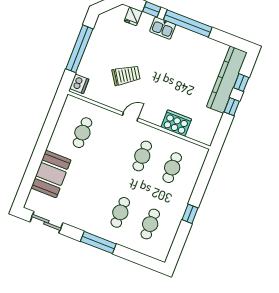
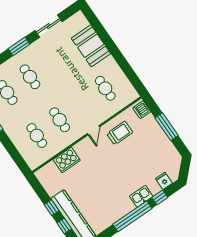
window: (79, 49) -> (167, 127), width x0.68
trolley: (126, 75) -> (120, 133), moved, turned -147
sliding door: (46, 222) -> (49, 26), moved
window: (98, 243) -> (19, 46), width x0.69

